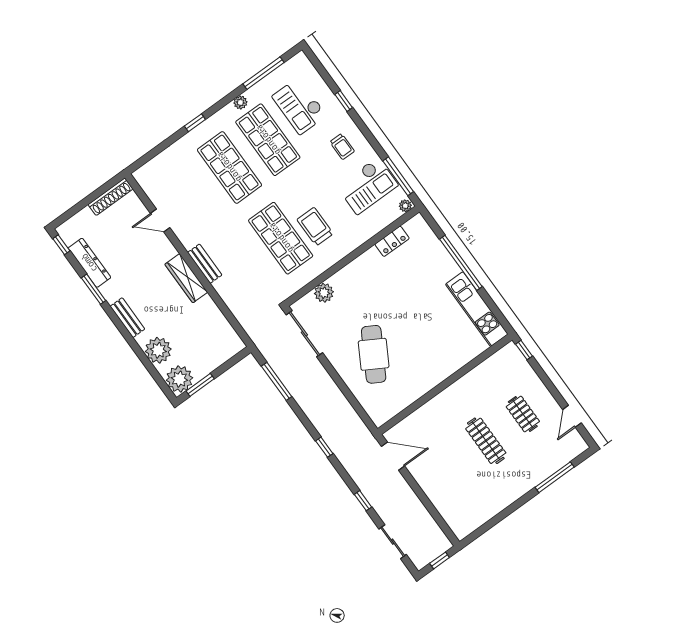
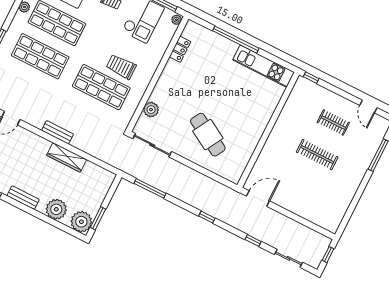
wardrobe: (186, 278) -> (67, 157), moved

